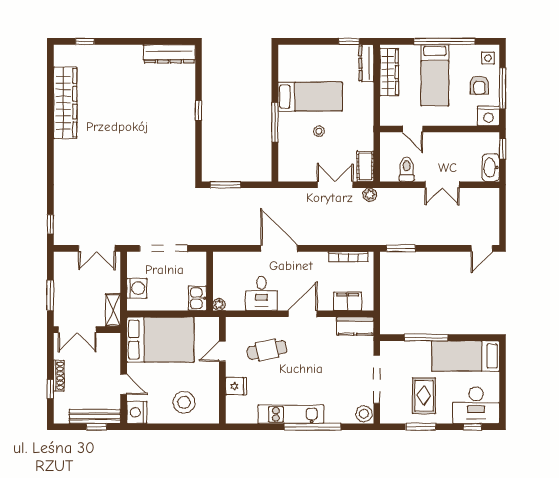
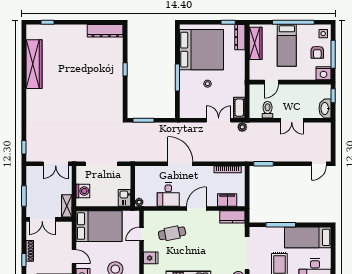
bed: (310, 97) -> (202, 50), width x2.04
door: (412, 129) -> (271, 82), hinge flipped

